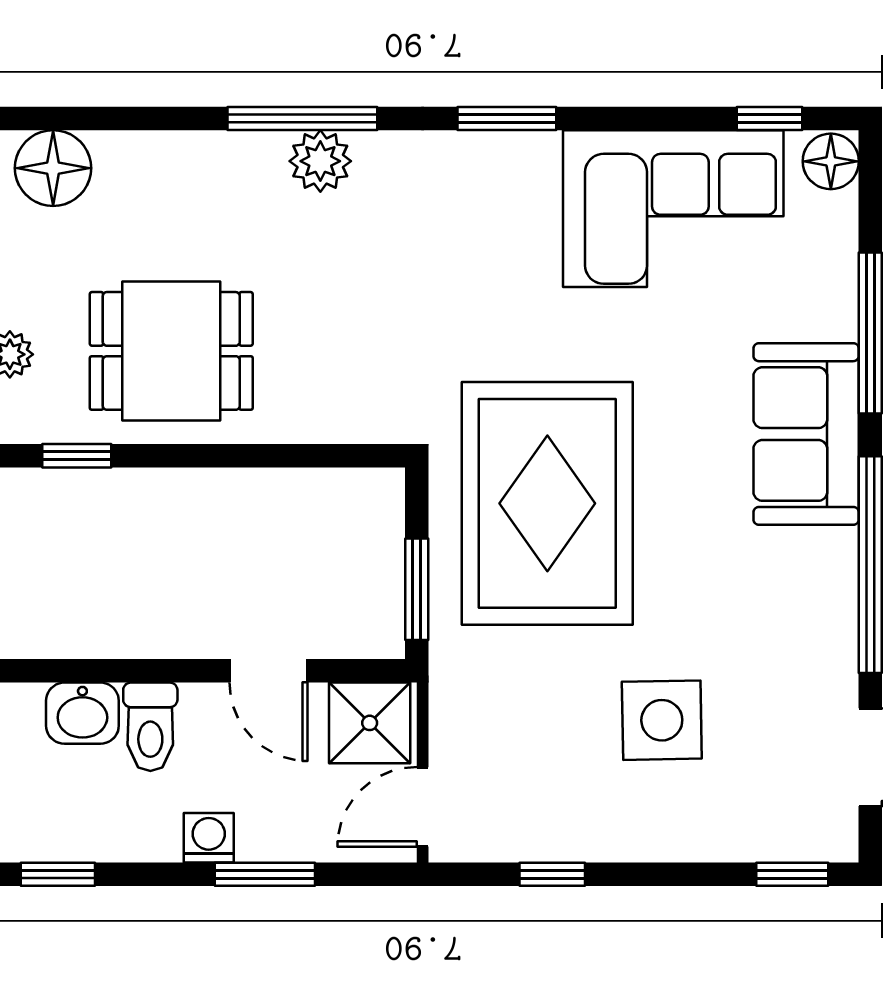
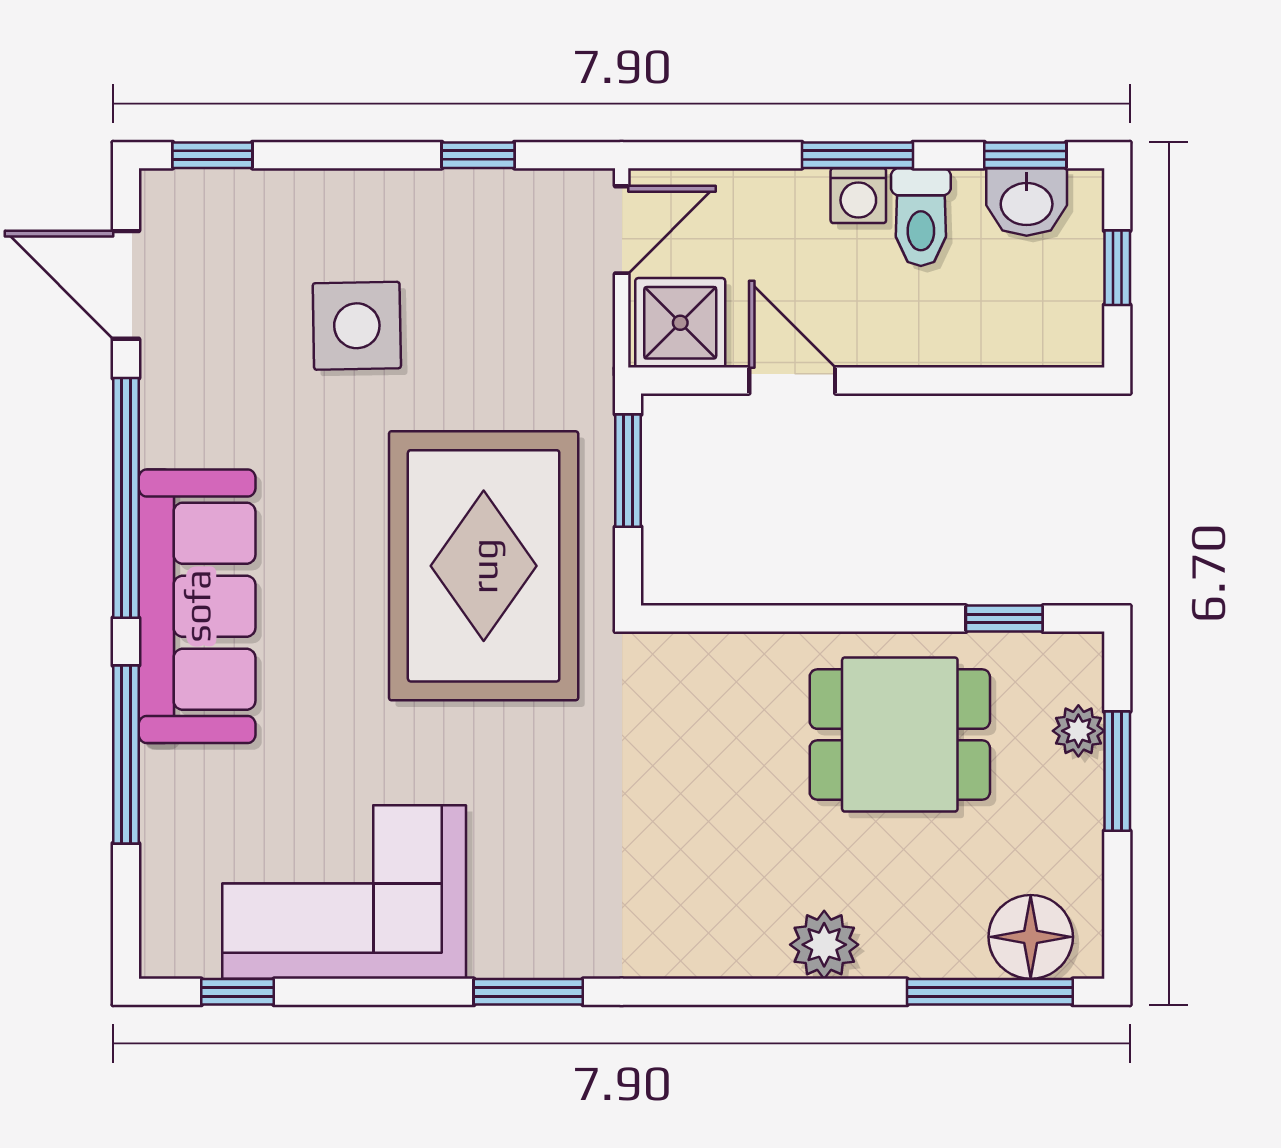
window: (302, 118) -> (990, 992), moved
plant: (320, 161) -> (824, 945), moved
floor lamp: (831, 161) -> (170, 944), removed
sofa: (806, 434) -> (197, 606), width x1.36
washbasin: (82, 713) -> (1027, 202), moved, turned 180
toilet: (150, 727) -> (921, 217), moved, turned 180
window: (265, 874) -> (857, 155), moved

